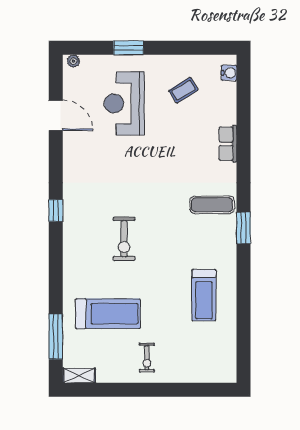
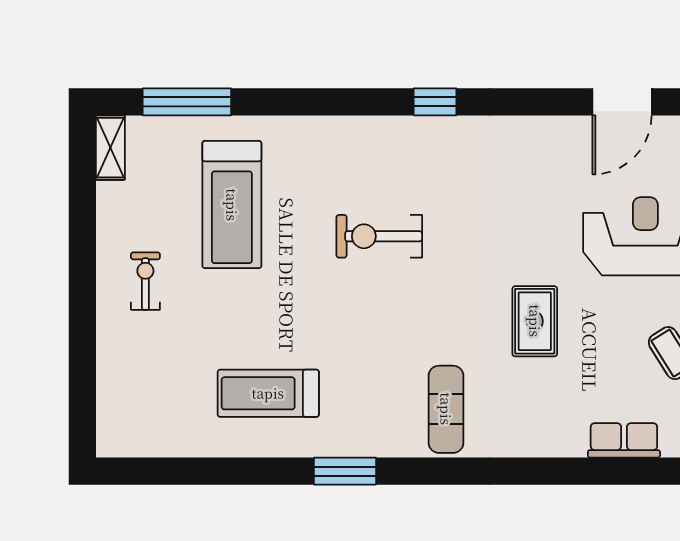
row of seats: (228, 144) -> (624, 440), moved
rug: (167, 160) -> (535, 321), added
window: (243, 228) -> (345, 471), moved
exercise bike: (147, 358) -> (145, 281), turned 90

